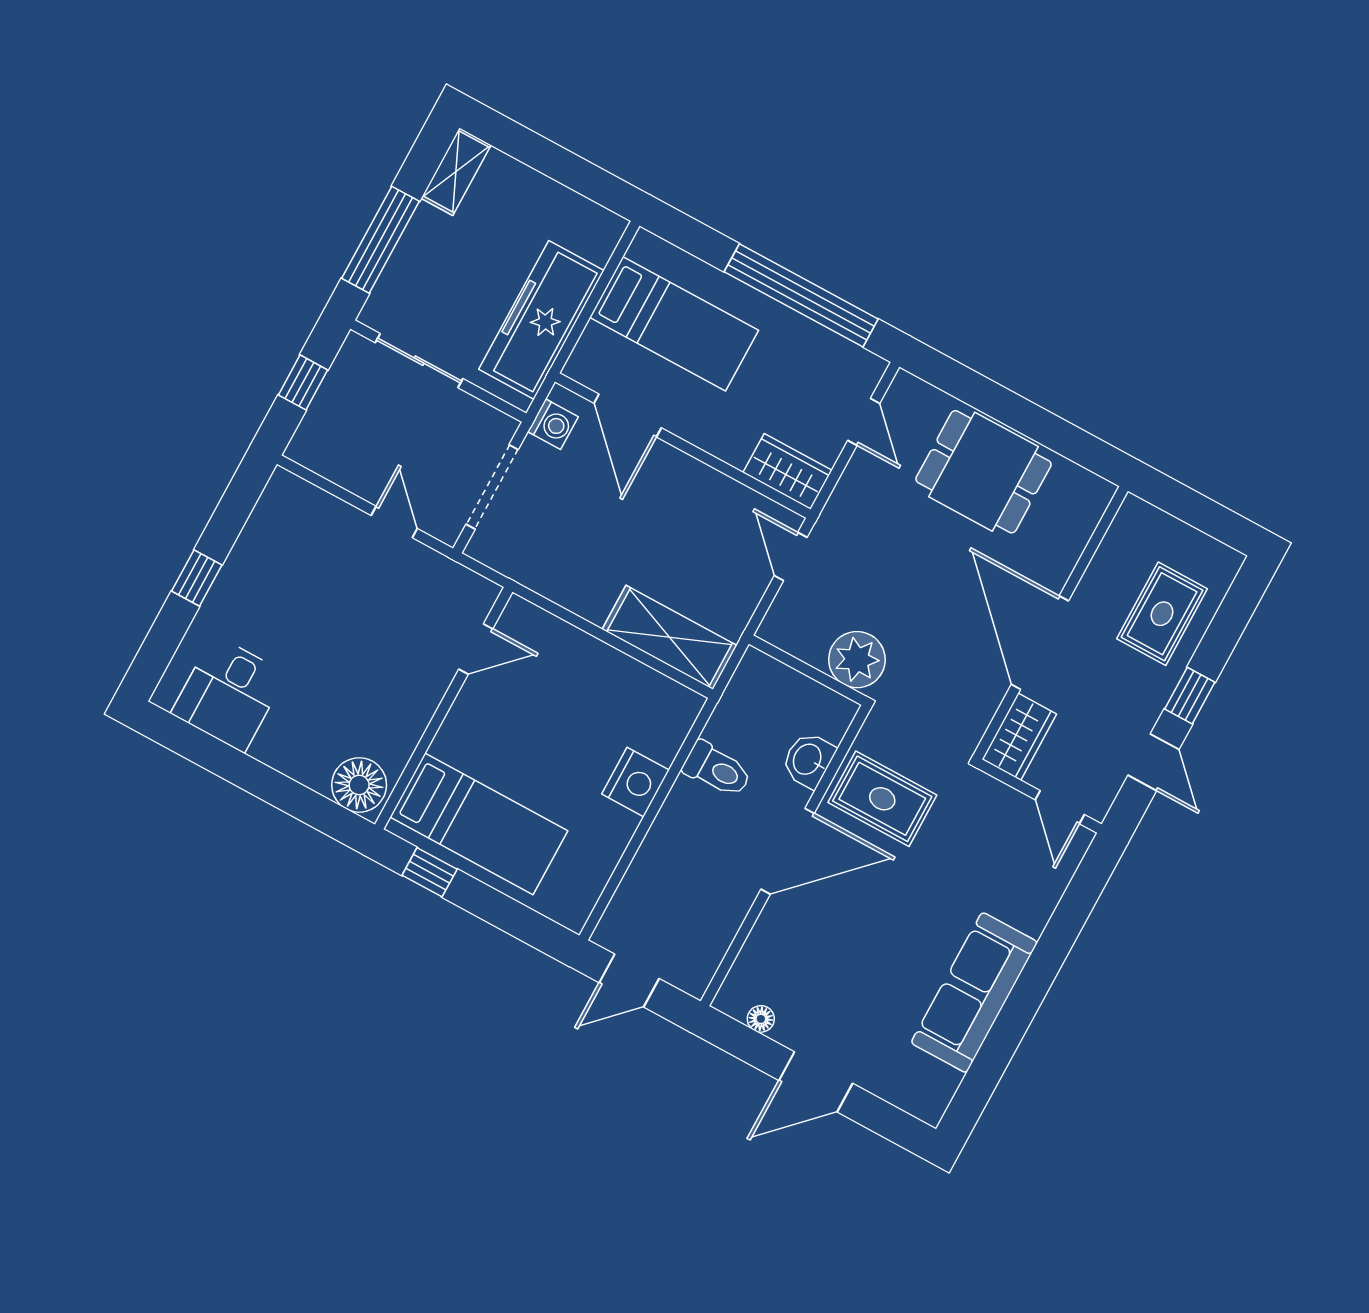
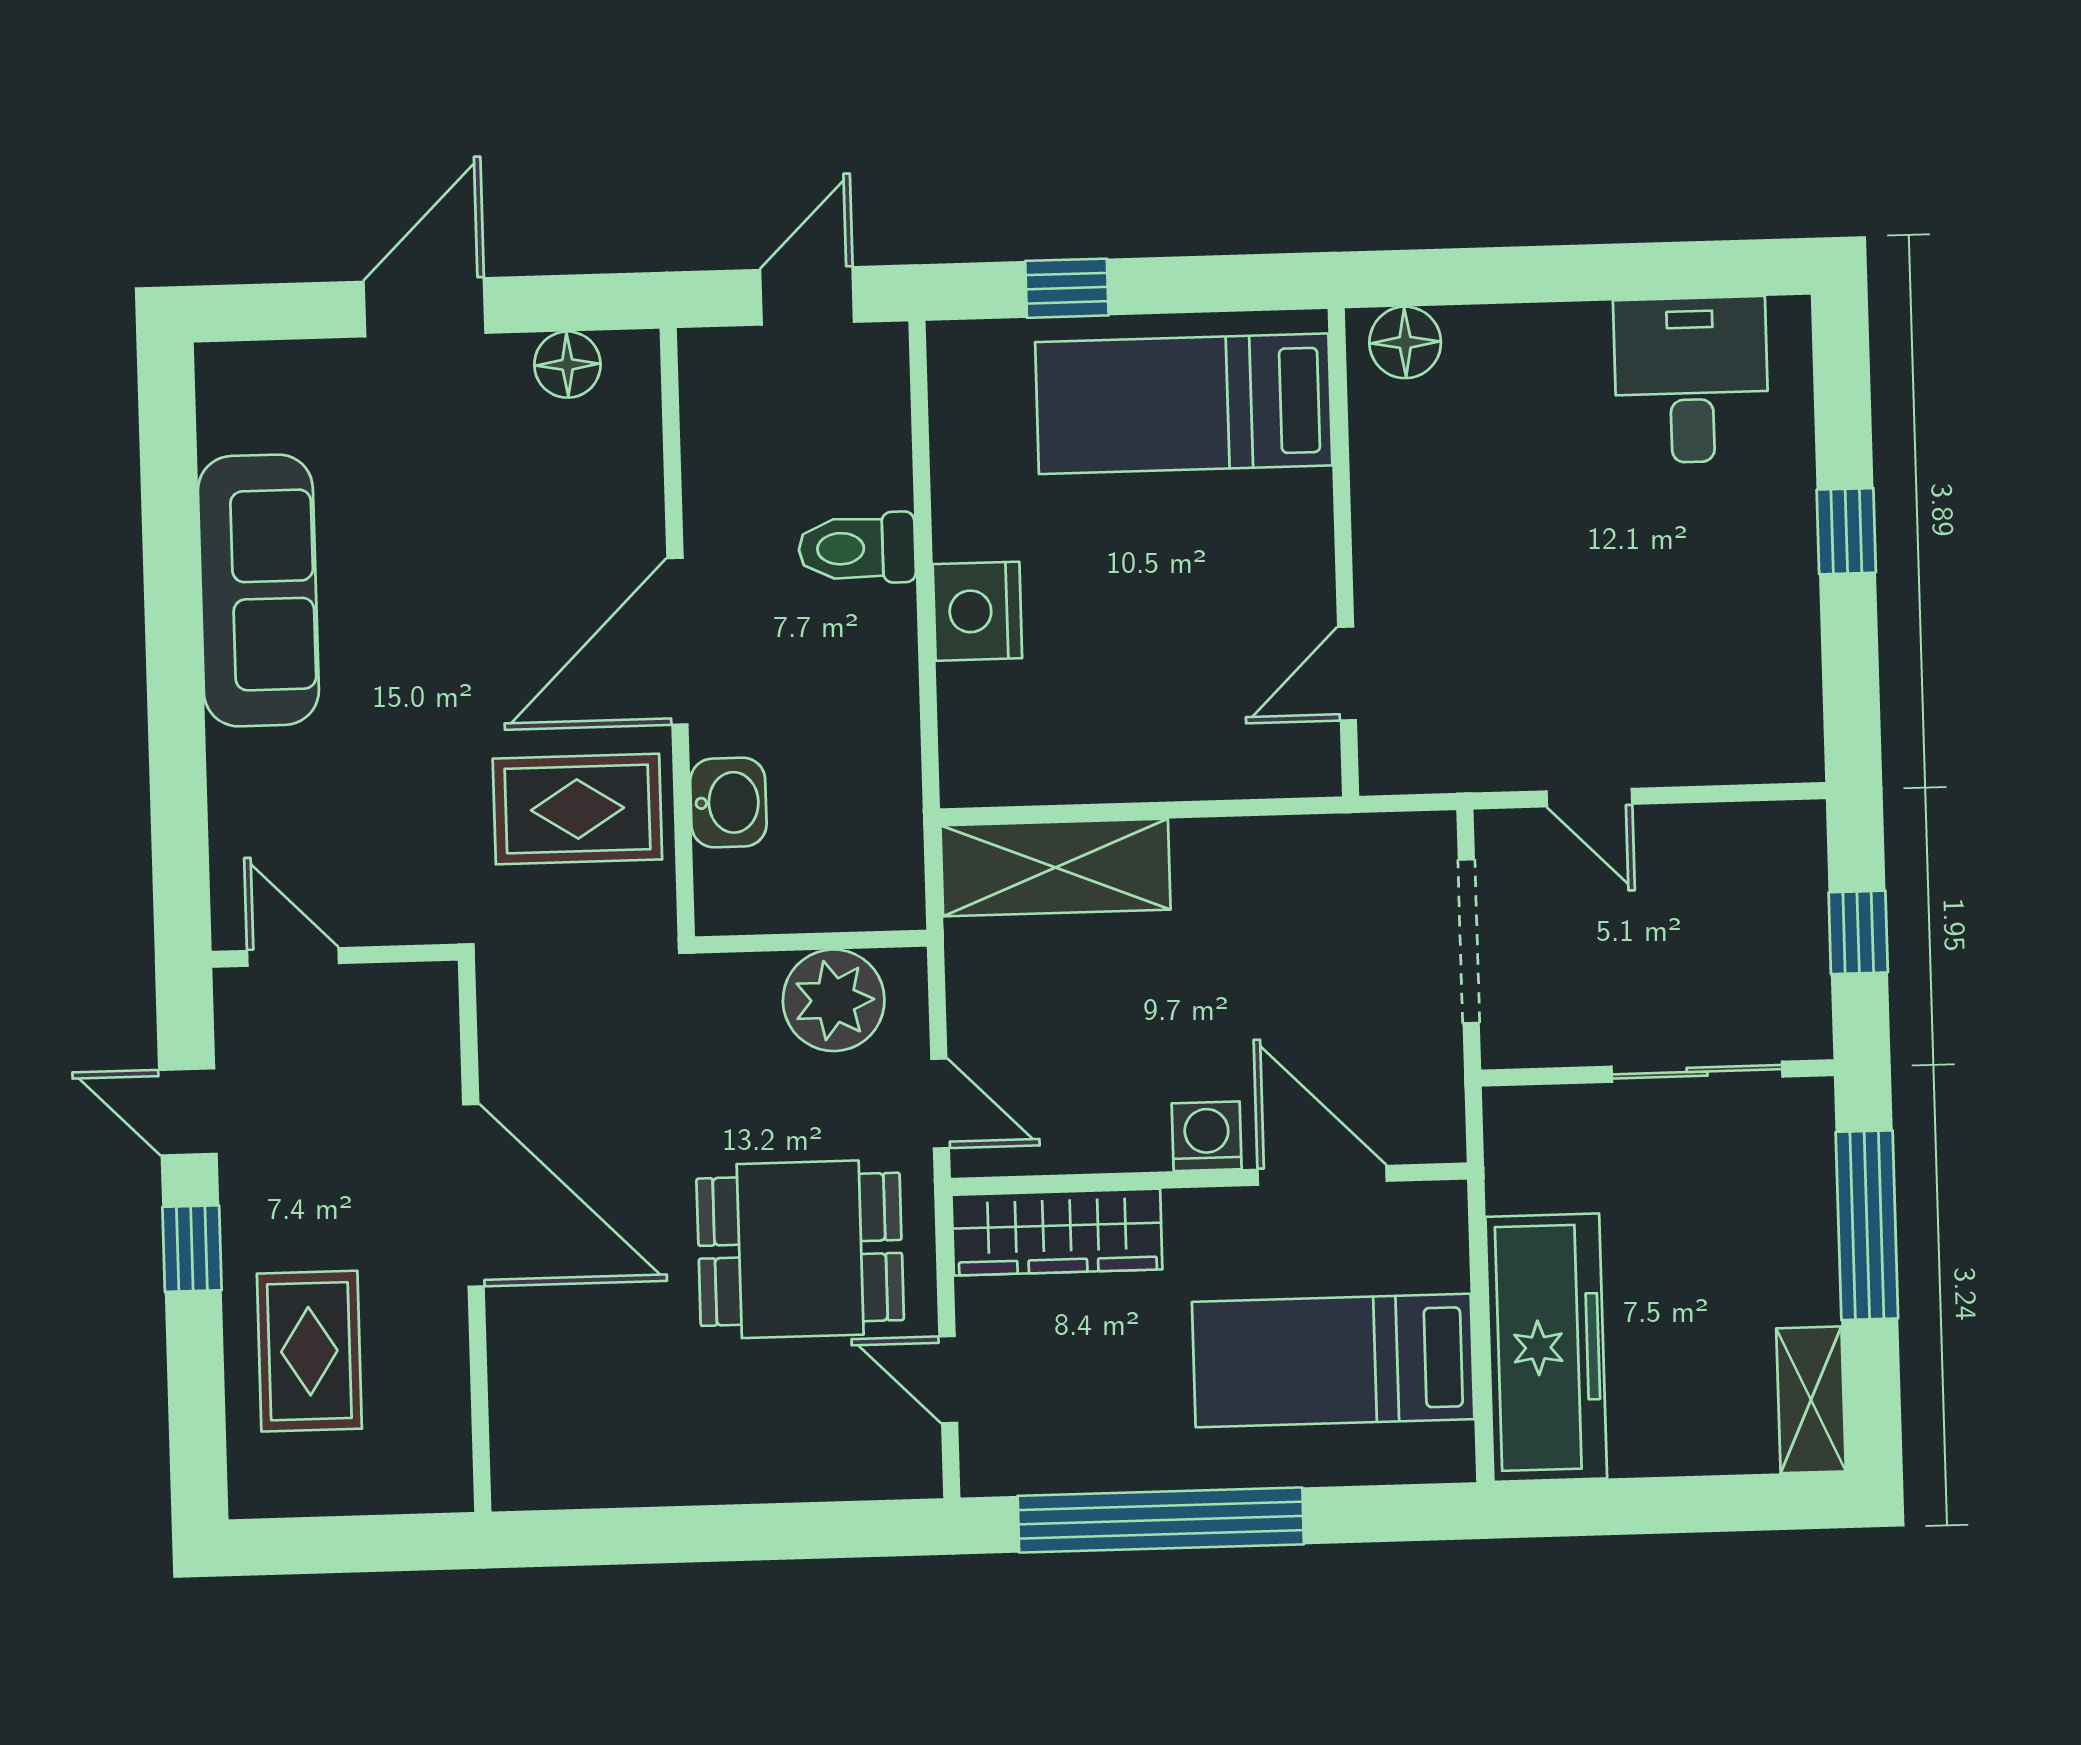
freezer: (541, 320) -> (1546, 1348), moved
washing machine: (553, 424) -> (1207, 1136), moved, turned 90
wardrobe: (788, 471) -> (1057, 1232), width x1.50
dining table: (984, 472) -> (800, 1249), moved
plant: (857, 660) -> (834, 1000), moved
wardrobe: (1019, 737) -> (420, 1030), removed
toilet: (717, 769) -> (857, 548), moved
floor lamp: (359, 785) -> (1405, 342), width x0.73, depth x0.73
window: (430, 872) -> (1067, 288), moved
floor lamp: (761, 1019) -> (567, 365), width x1.37, depth x1.37

